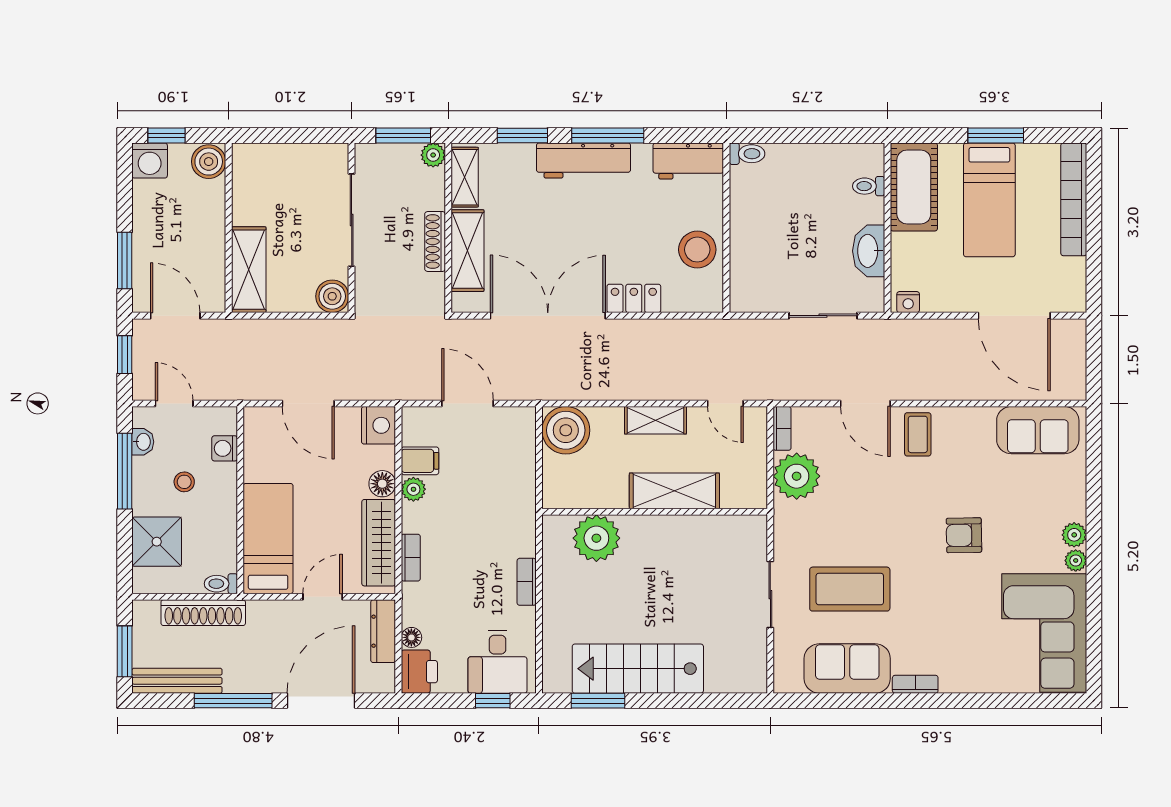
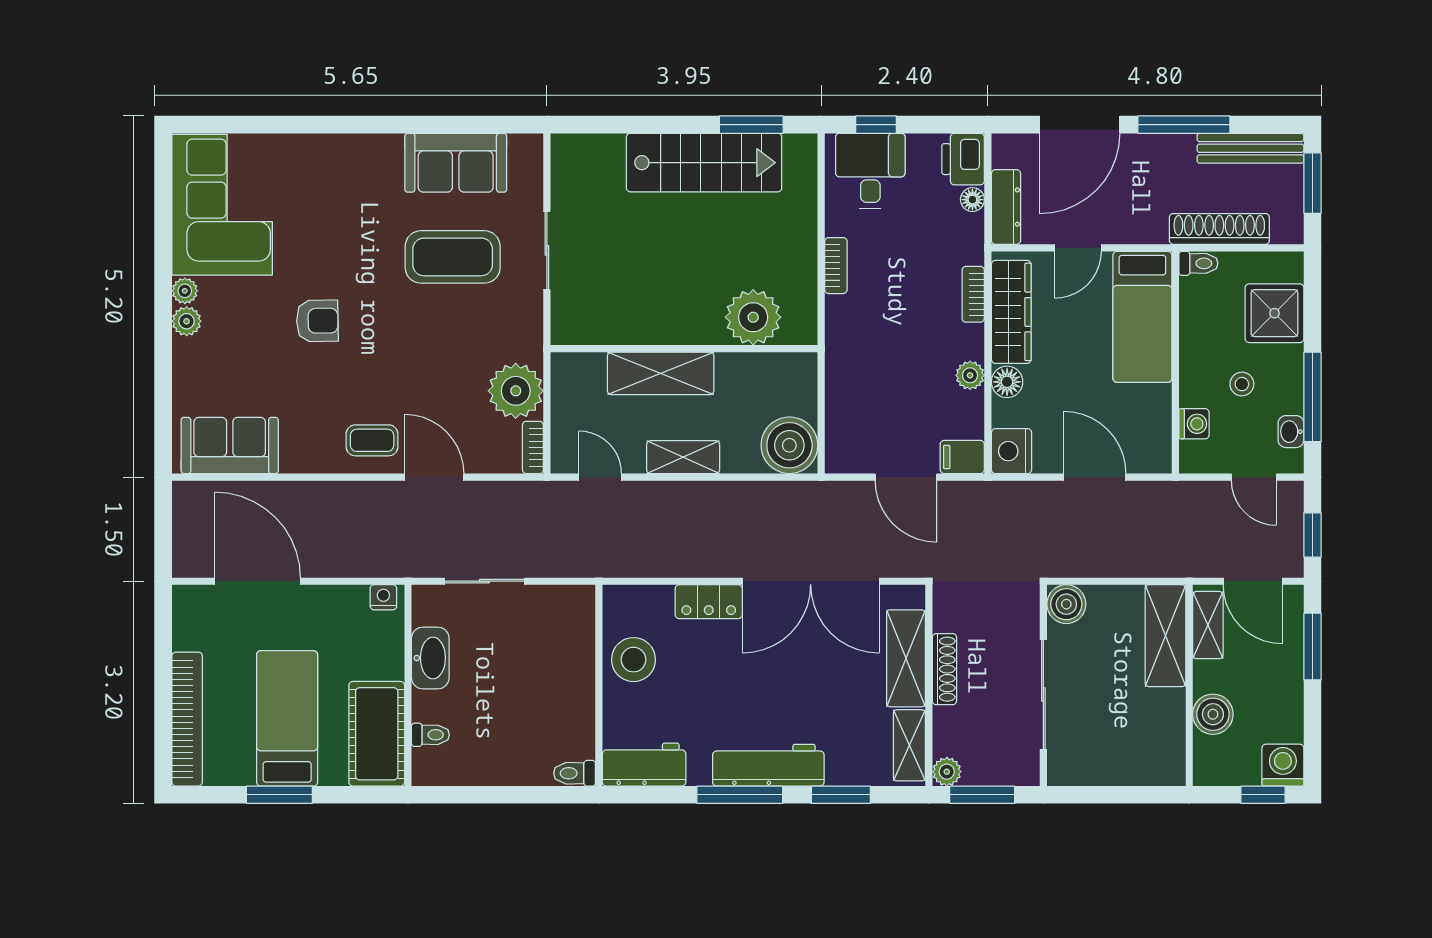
boiler: (209, 162) -> (1213, 714), moved
shelving: (213, 279) -> (1208, 625), added
coffee table: (918, 434) -> (372, 440), turned 90
filing cabinet: (420, 461) -> (962, 457), moved
bookcase: (915, 684) -> (375, 144), removed

